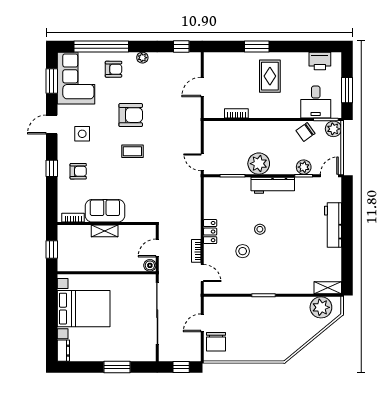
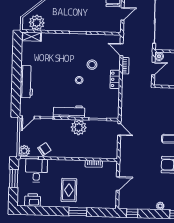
plant: (304, 167) -> (46, 124), removed

